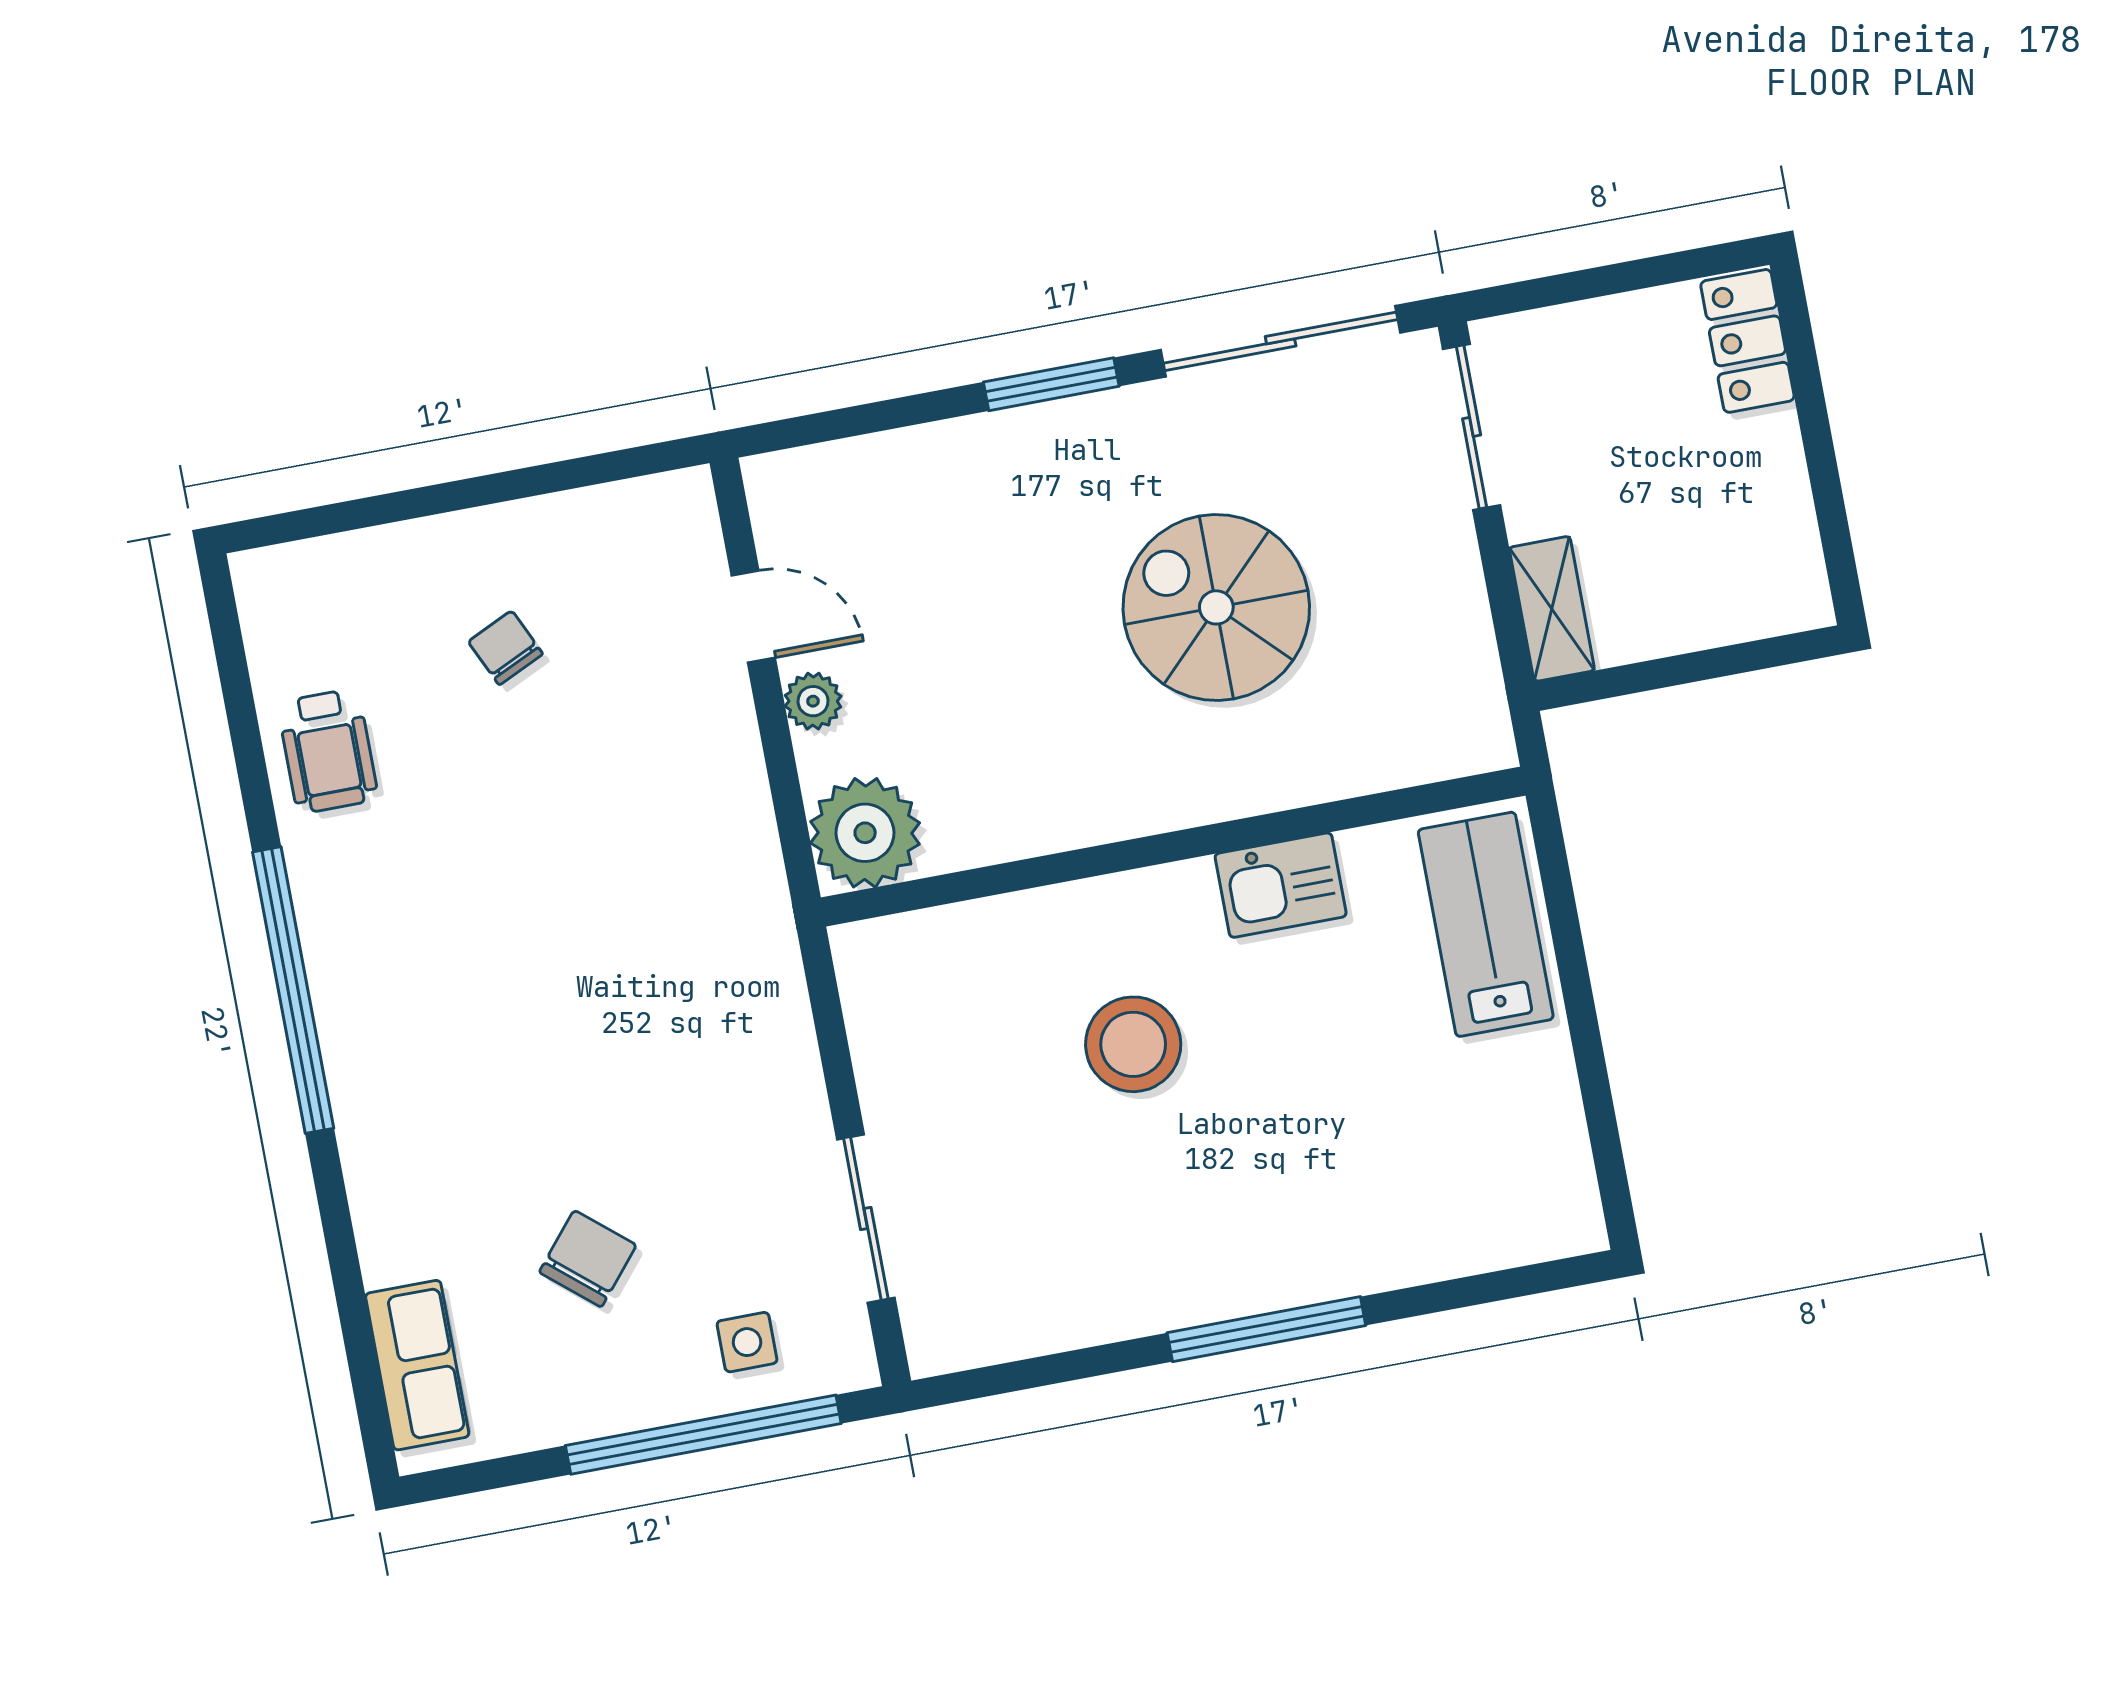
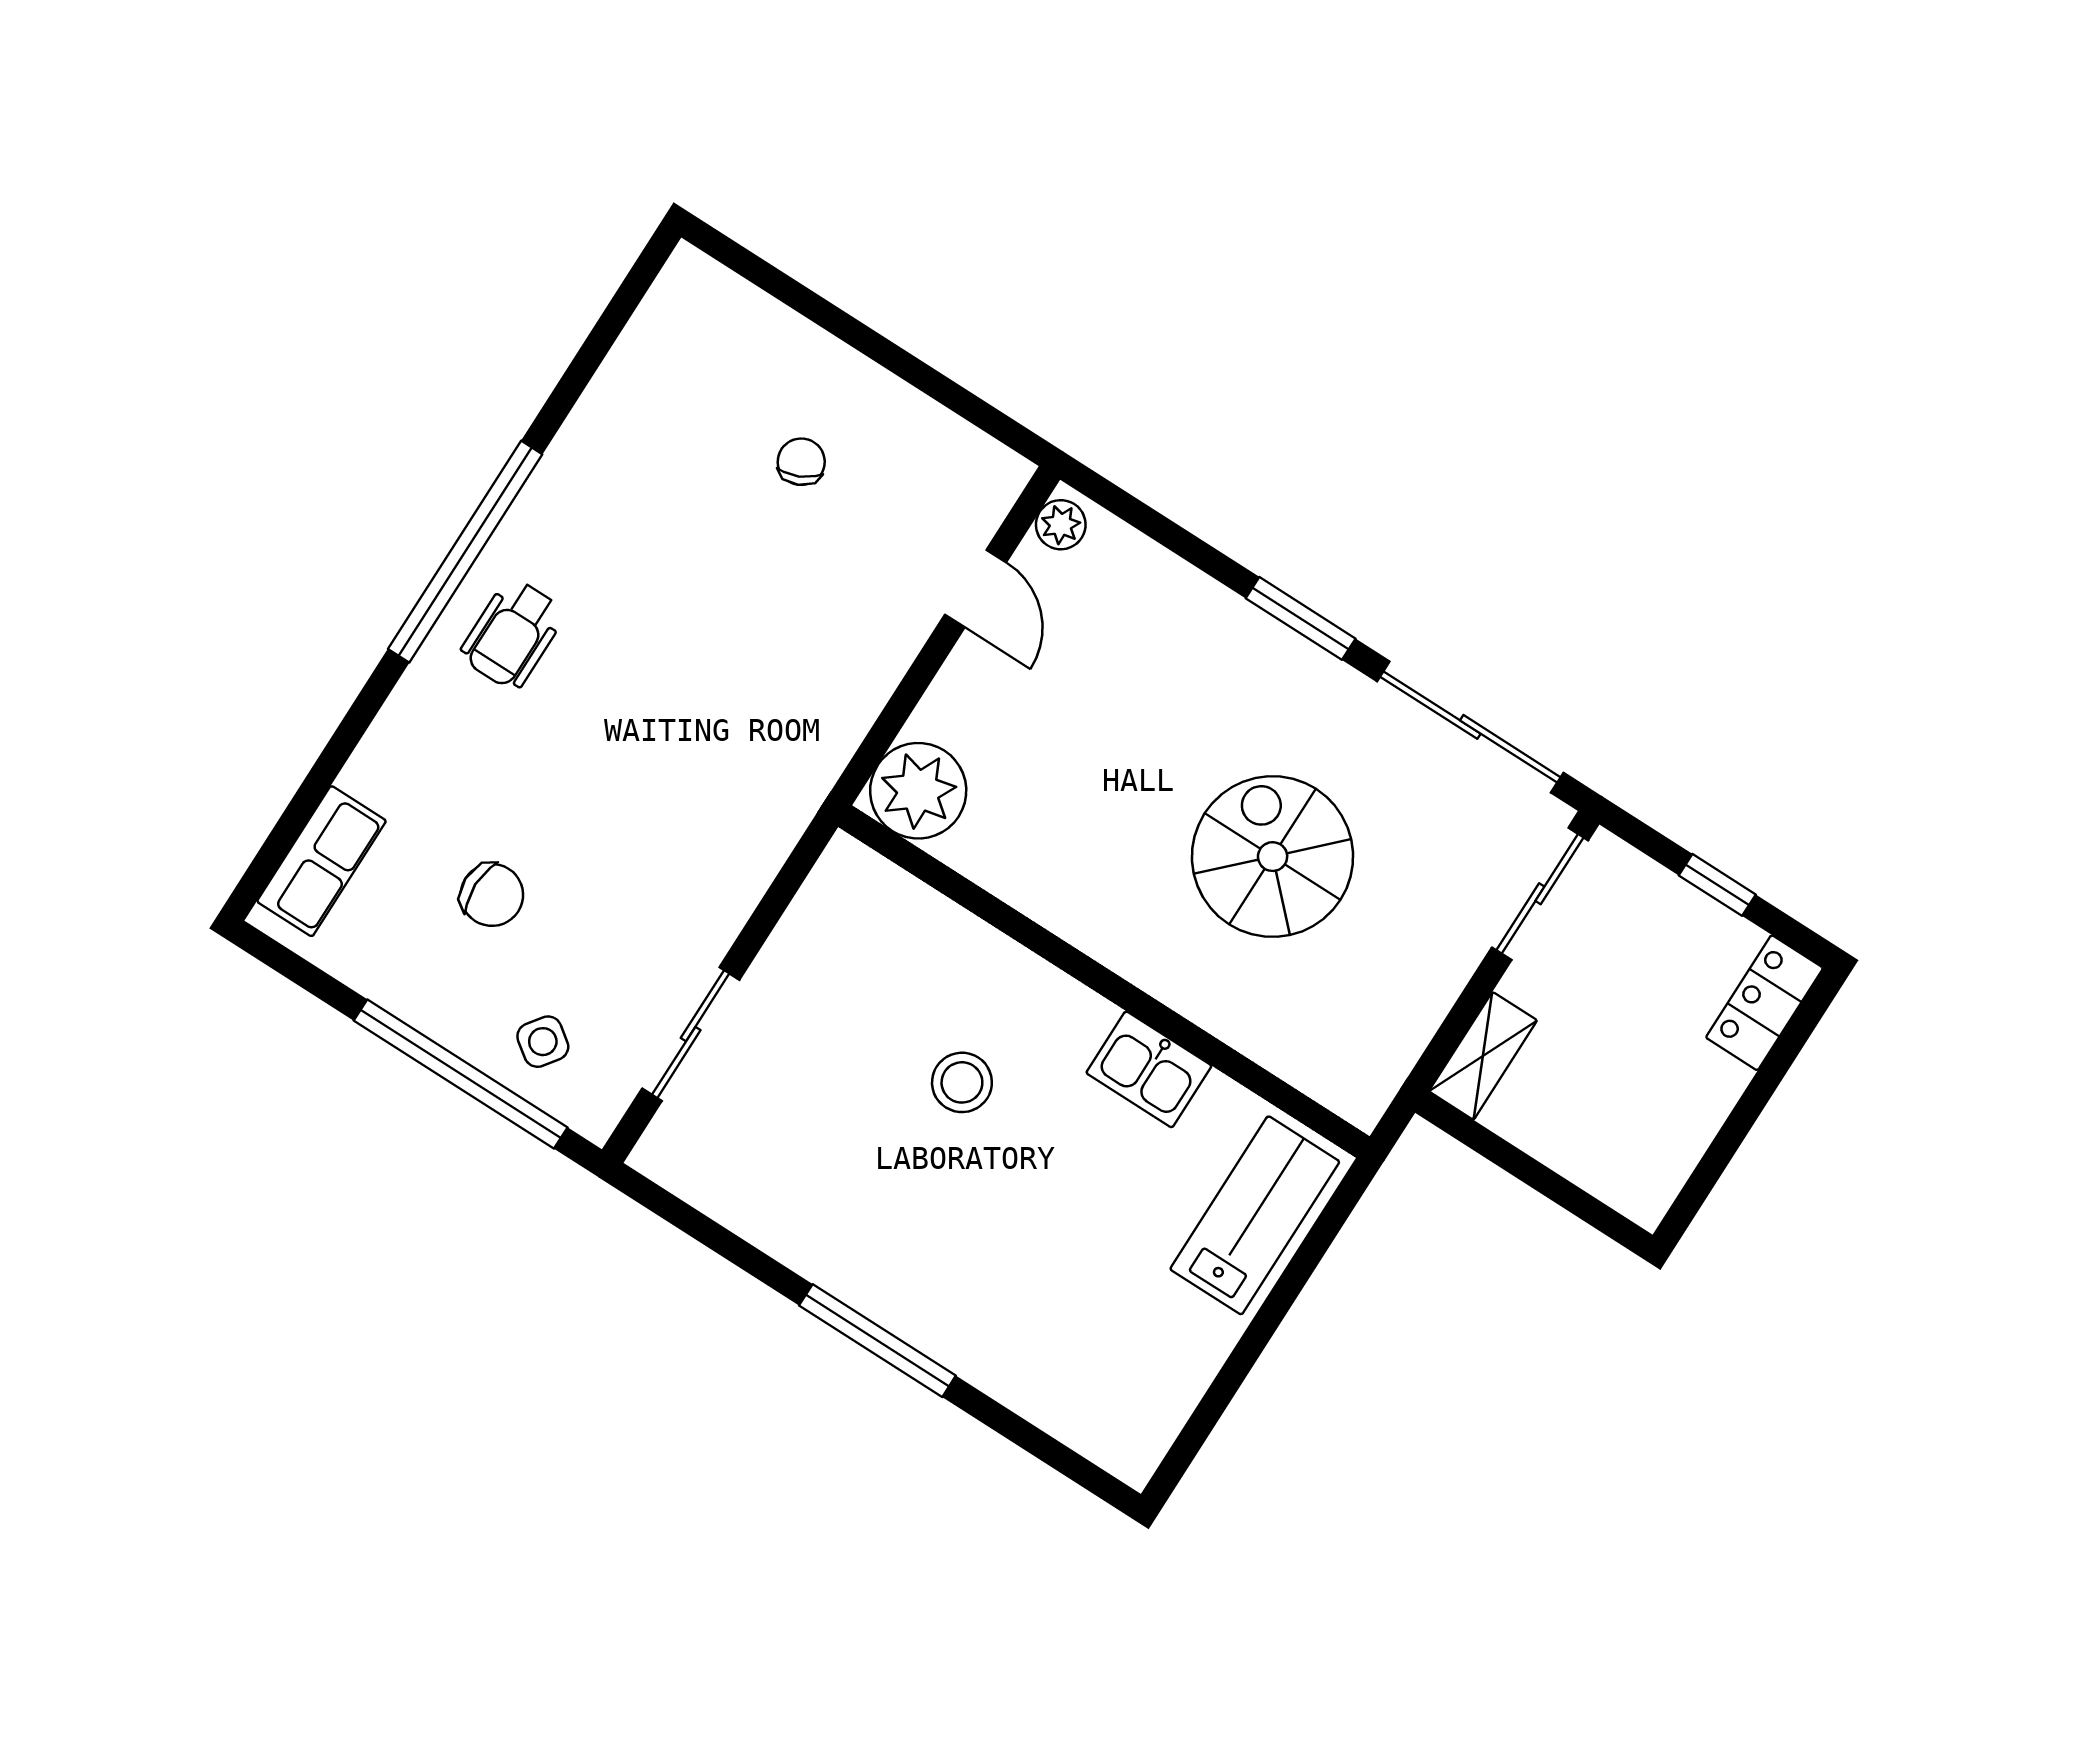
window: (1614, 279) -> (1717, 885), added
plant: (813, 701) -> (1061, 525), moved
wheelchair: (328, 751) -> (513, 634), moved
stool: (1133, 1044) -> (962, 1082), width x0.73, depth x0.73
chair: (588, 1259) -> (492, 895), turned 50
side table: (747, 1342) -> (543, 1042), turned 36

